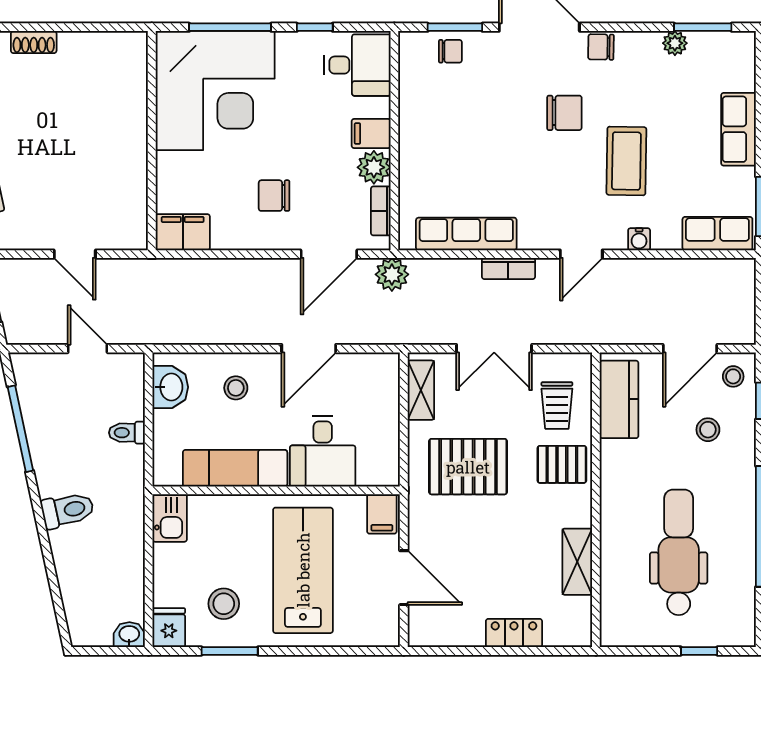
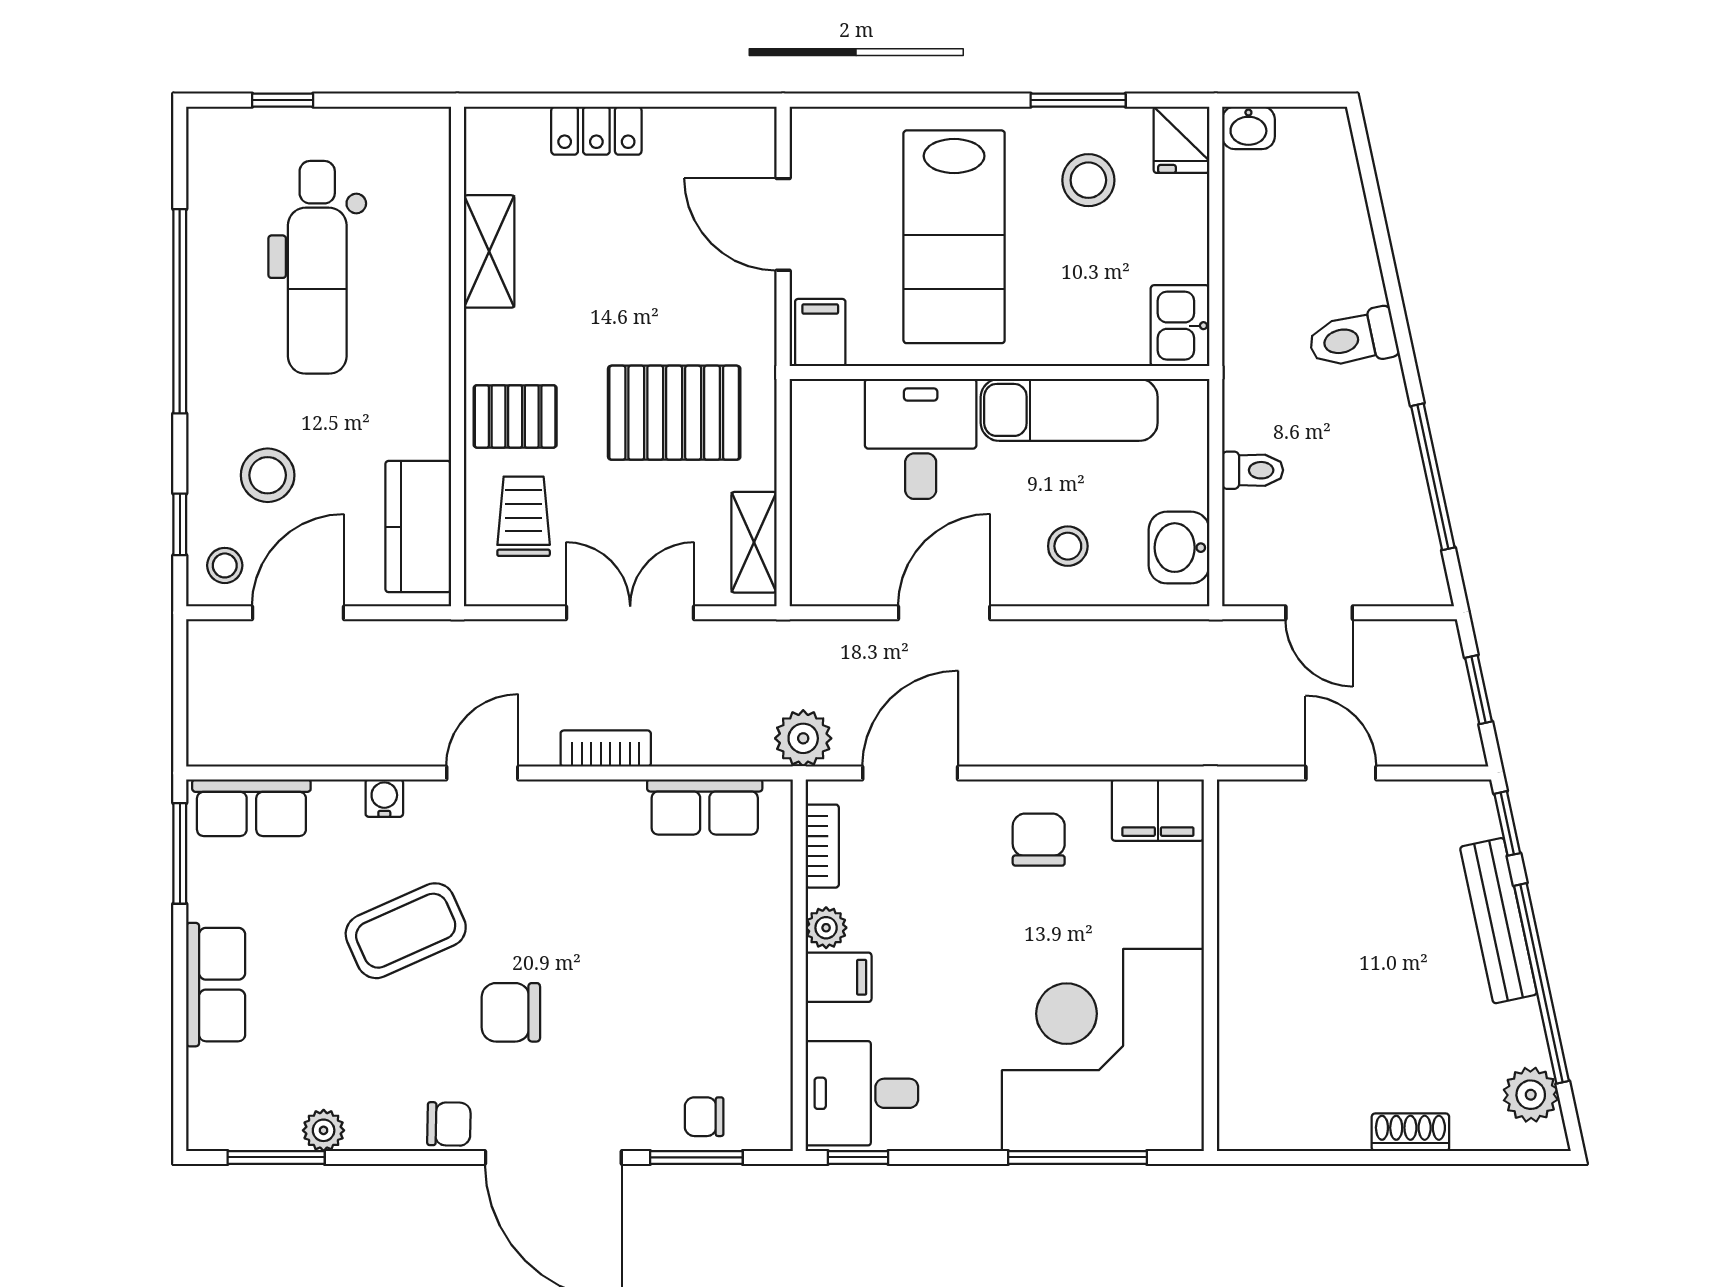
window: (315, 27) -> (858, 1157), moved
coffee table: (626, 161) -> (406, 931), turned 65
plant: (374, 167) -> (826, 928), width x0.73, depth x0.73
chair: (274, 196) -> (1039, 840), moved, turned -90
row of seats: (466, 234) -> (705, 807), width x0.68
stool: (708, 430) -> (268, 475), width x1.37, depth x1.37

